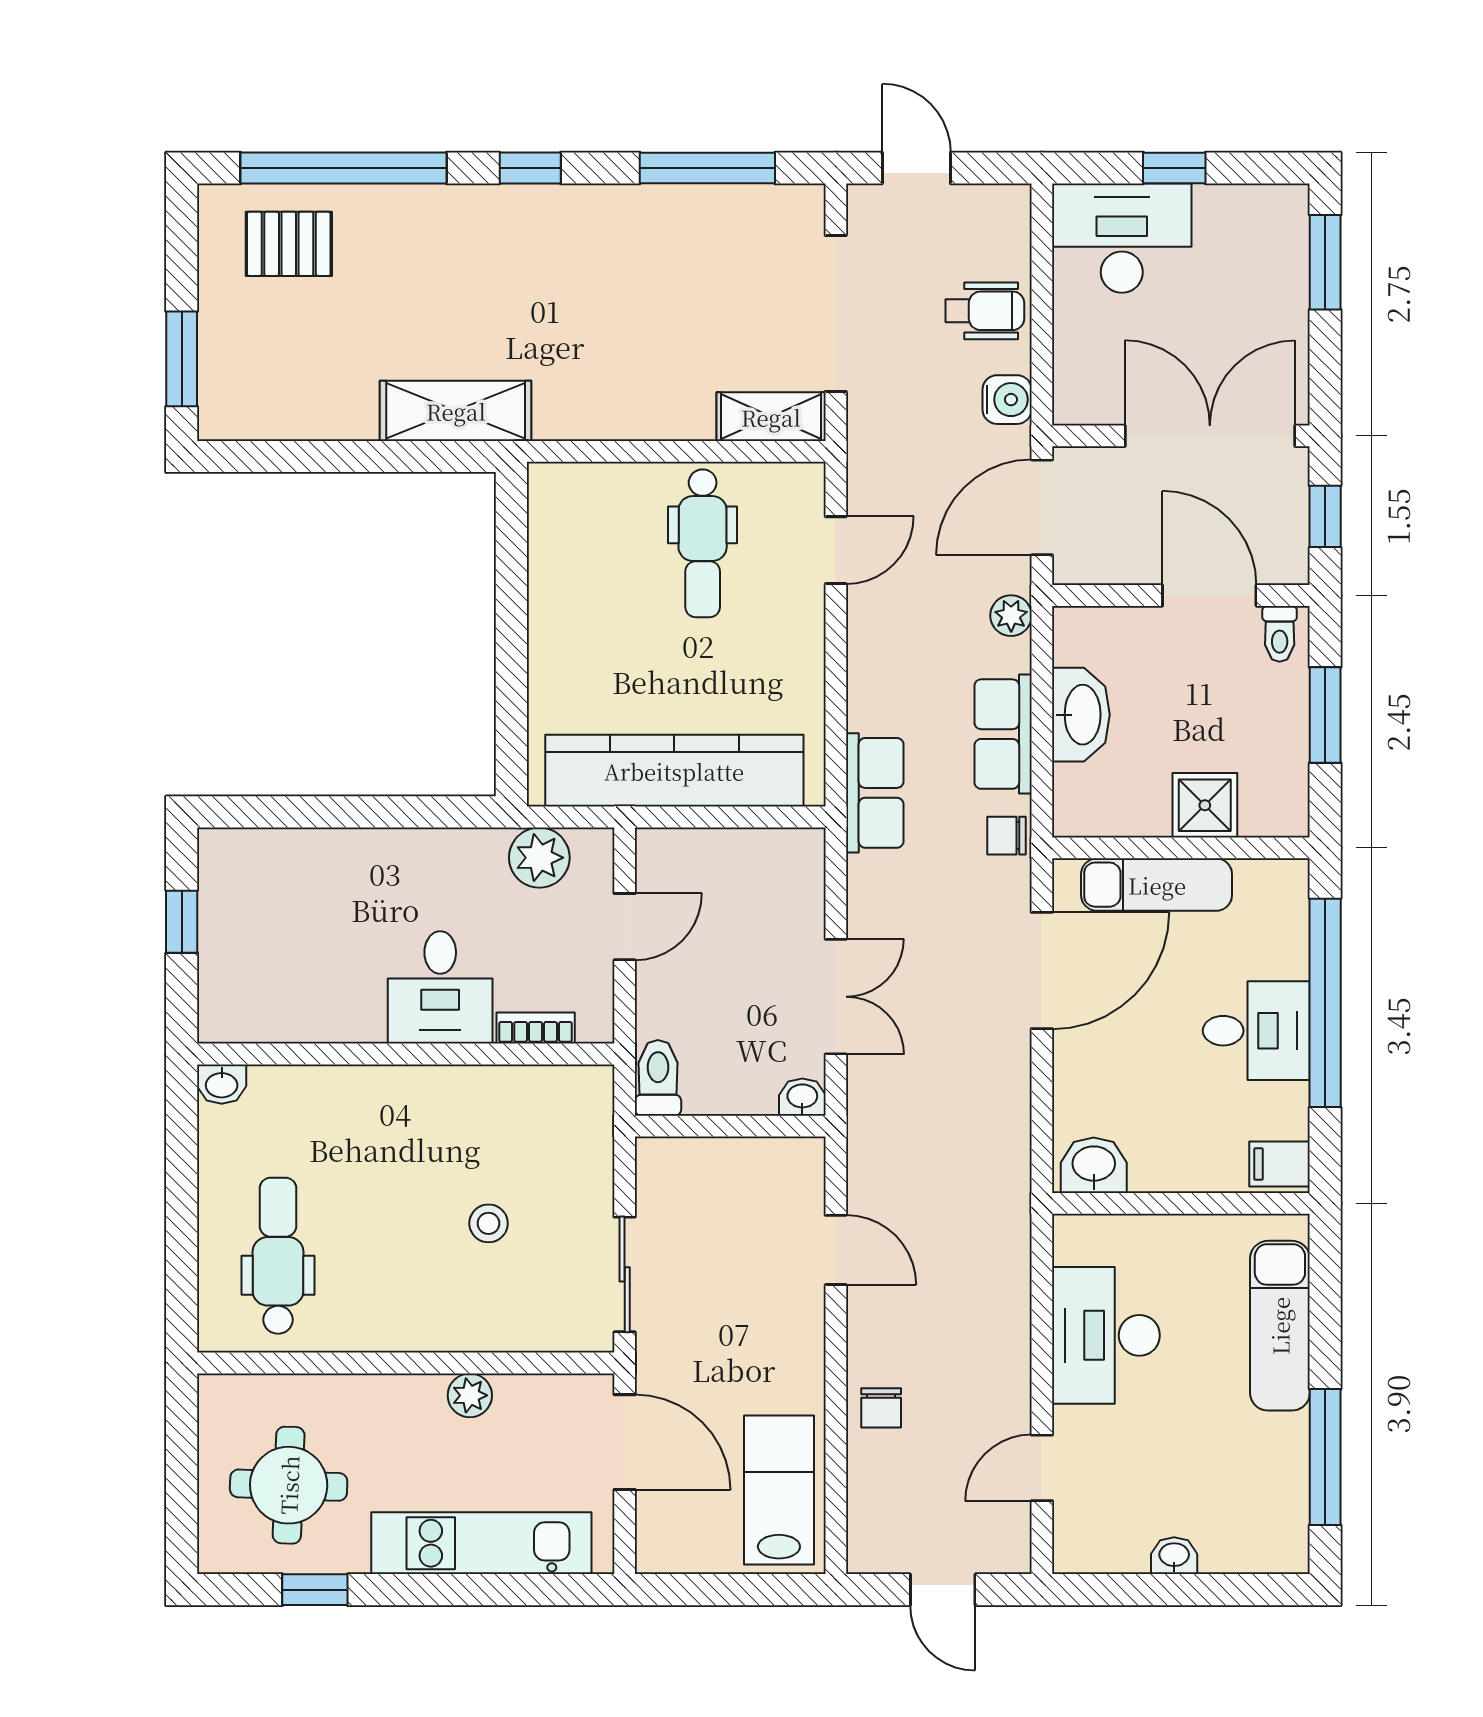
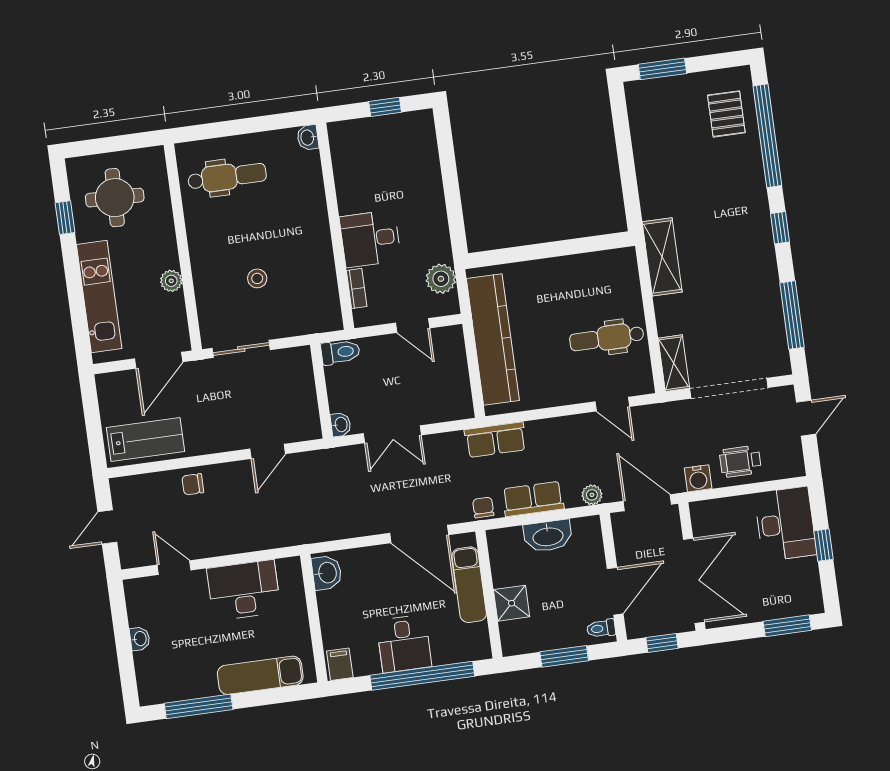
wheelchair: (985, 311) -> (740, 461), turned 90
shelving: (456, 411) -> (662, 257), moved

